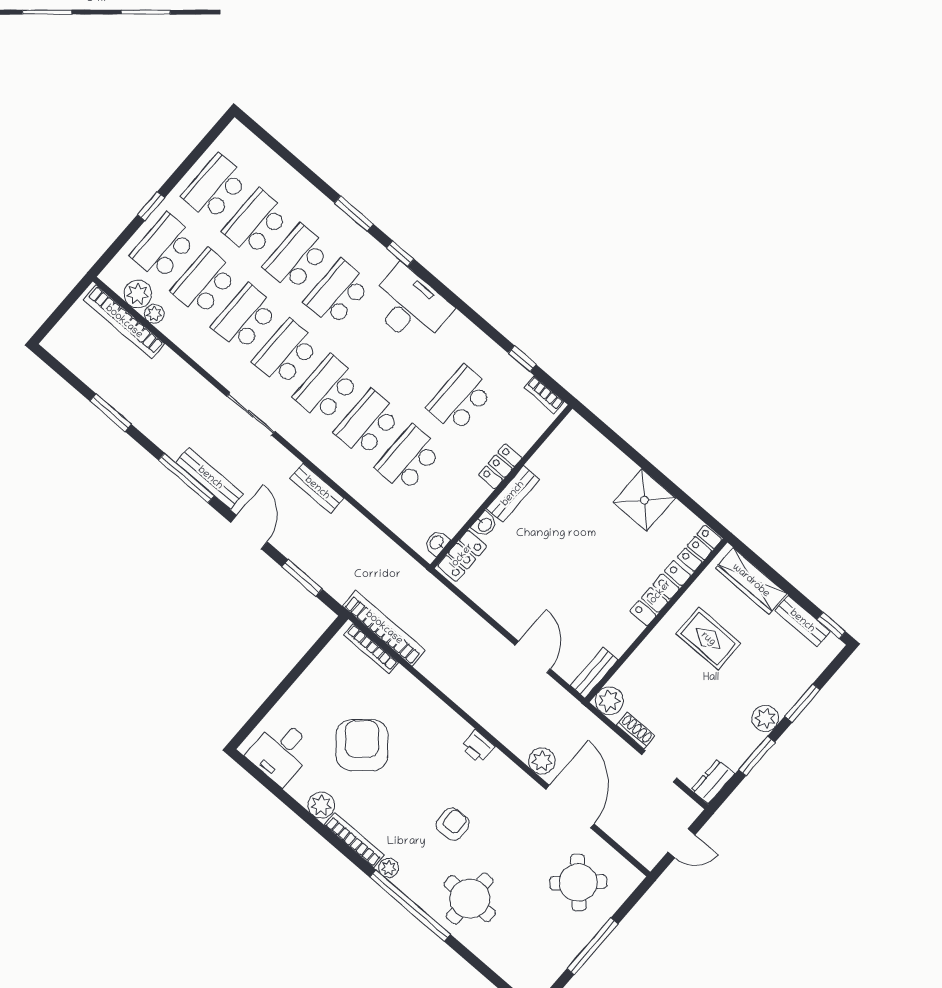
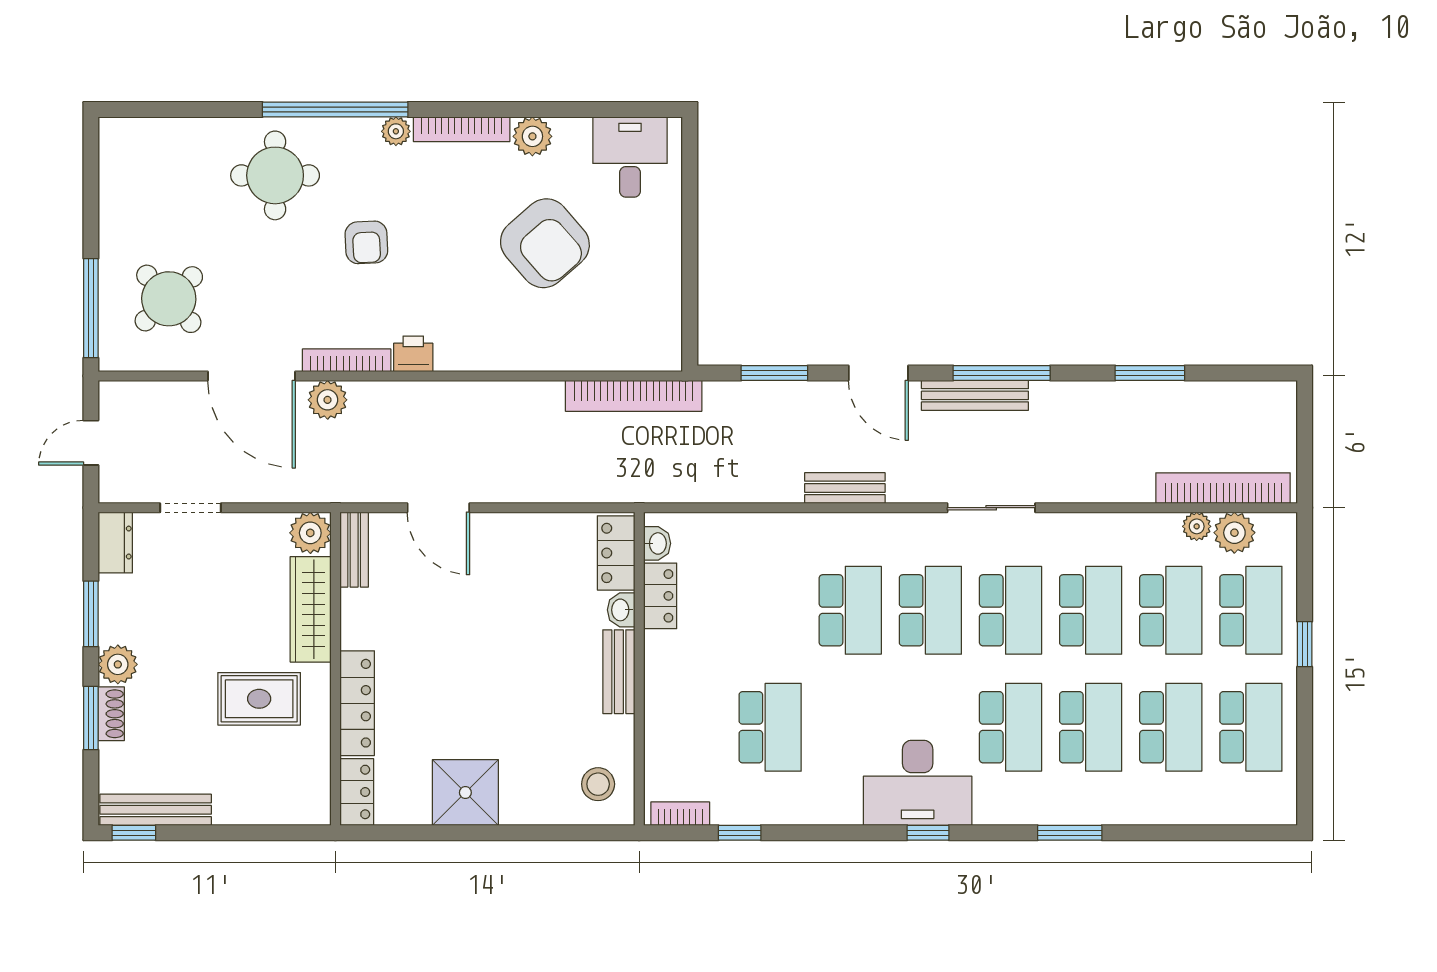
window: (400, 254) -> (928, 833), moved
stool: (573, 446) -> (598, 784), added
school desk: (409, 459) -> (770, 610), removed
locker: (500, 466) -> (660, 596), moved
wardrobe: (751, 581) -> (311, 609), moved, turned -90
bench: (802, 621) -> (156, 810), width x1.36
bookcase: (371, 649) -> (347, 360), moved
shoe rack: (636, 730) -> (111, 714), moved, turned -90
window: (593, 946) -> (91, 308), moved

